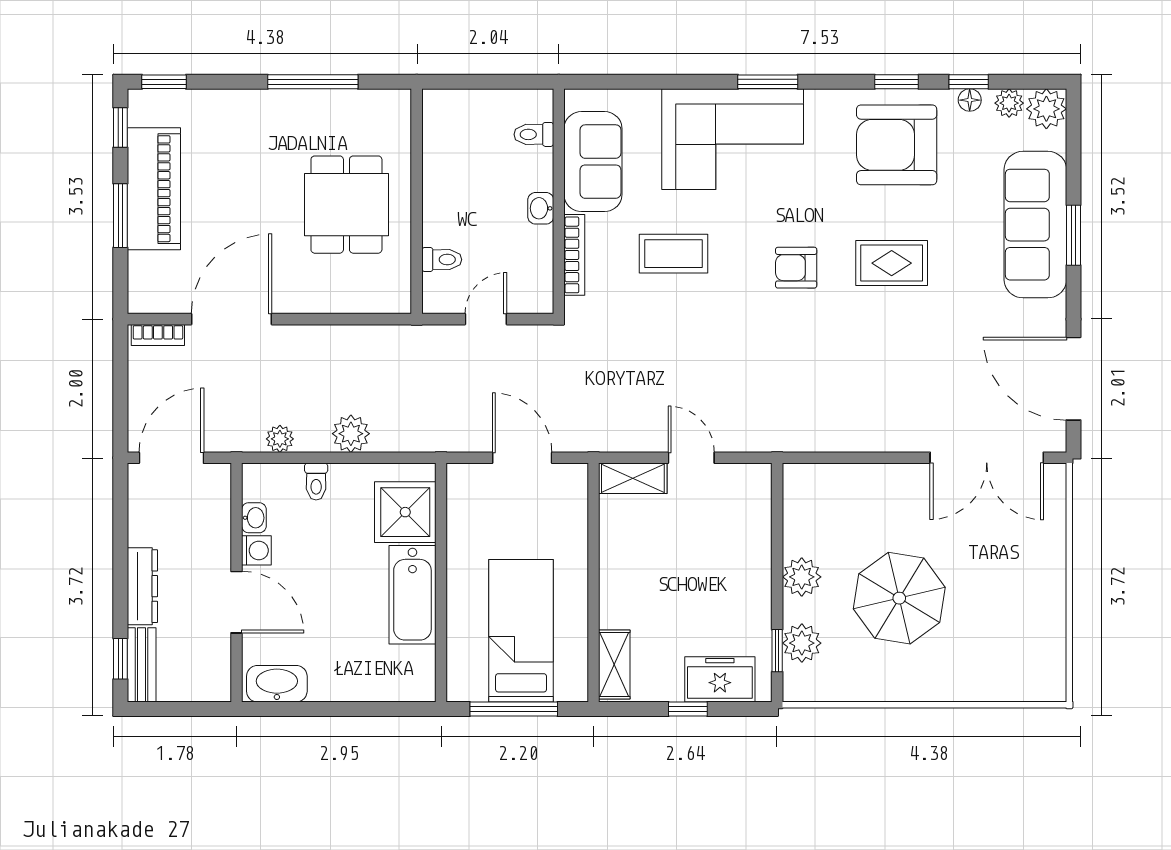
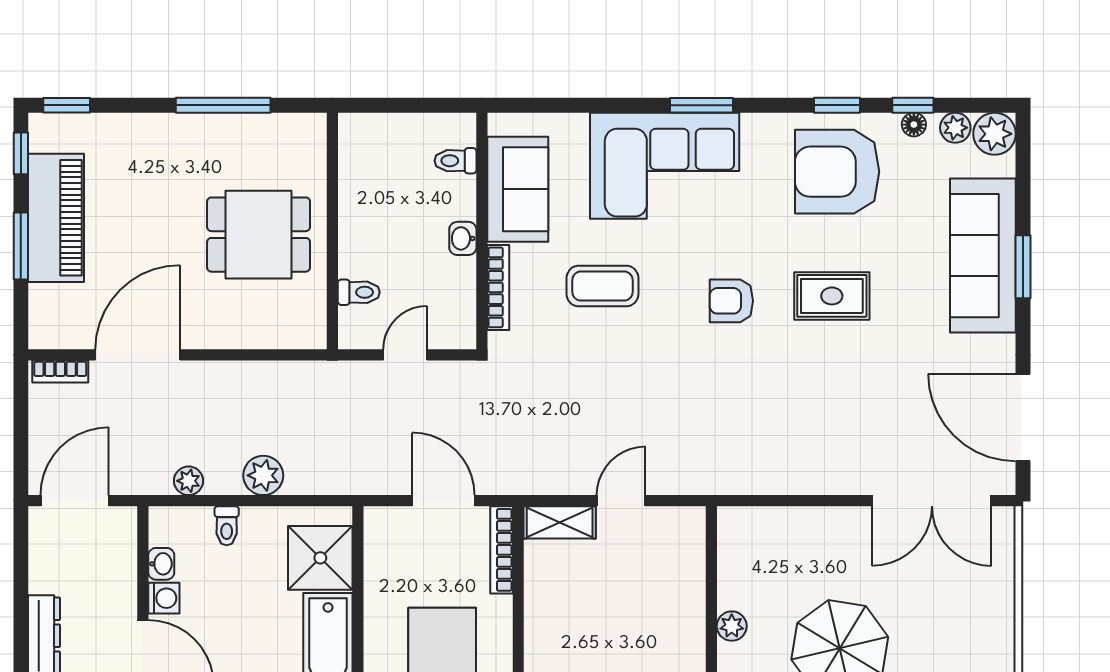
dining table: (346, 205) -> (259, 235), turned 90
door: (691, 458) -> (621, 501), hinge flipped
bookcase: (578, 505) -> (502, 550), added
plant: (802, 577) -> (732, 626), width x0.73, depth x0.73

